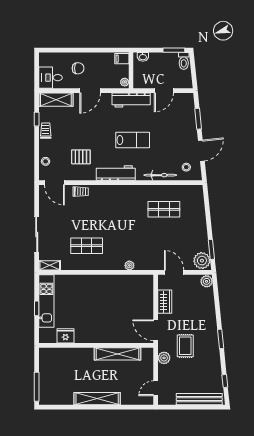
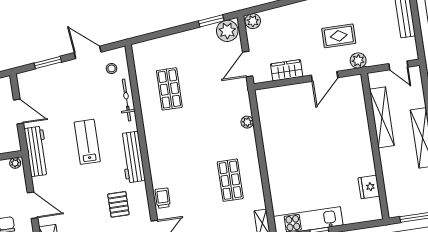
fridge: (65, 336) -> (369, 187), moved
wall: (96, 345) -> (375, 146), moved
shelving: (118, 354) -> (382, 117), moved

